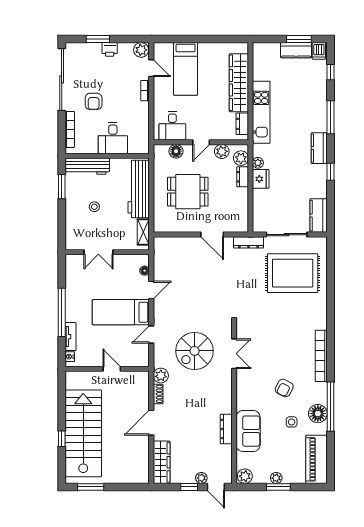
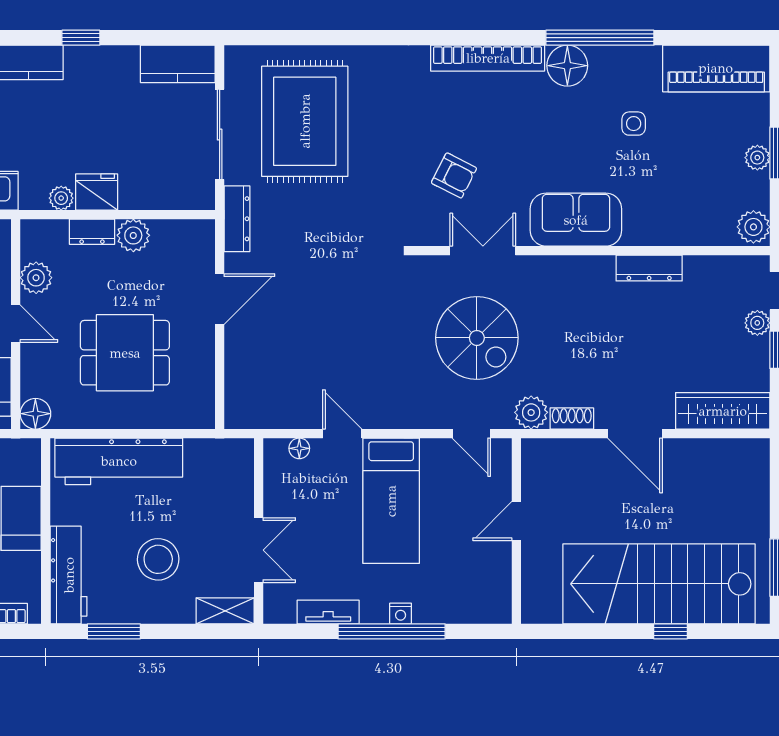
floor lamp: (176, 151) -> (35, 414), moved
plant: (241, 158) -> (133, 235), moved
dining table: (188, 192) -> (125, 353), turned 90
stool: (94, 207) -> (158, 559), width x1.89, depth x1.89
shelving: (143, 232) -> (225, 611), moved
door: (151, 335) -> (471, 434), moved
tv unit: (70, 337) -> (328, 612), moved
nightstand: (70, 357) -> (401, 614), moved
armchair: (284, 388) -> (454, 175), moved
floor lamp: (318, 414) -> (567, 66), moved
sofa: (248, 431) -> (576, 220), moved

